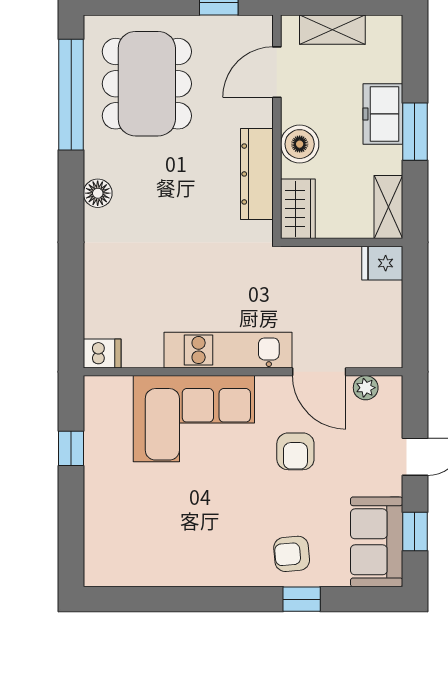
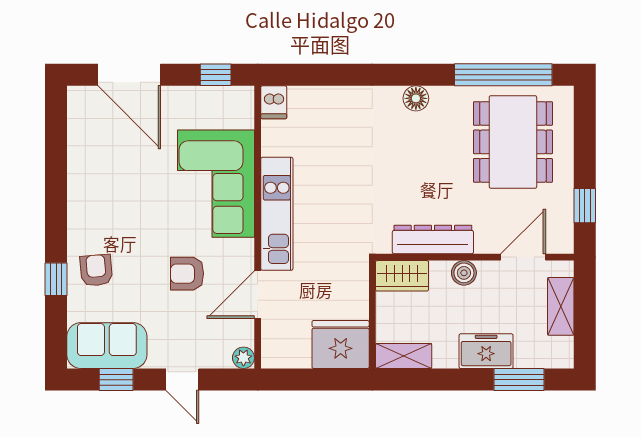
door: (277, 72) -> (523, 257), hinge flipped
dining table: (147, 84) -> (513, 142), turned 90
window: (415, 132) -> (519, 380), moved
boiler: (300, 144) -> (464, 273), width x0.73, depth x0.73
fridge: (382, 263) -> (341, 345), width x1.88, depth x1.34
plant: (366, 388) -> (243, 358), moved
window: (71, 448) -> (216, 75), moved
door: (71, 517) -> (129, 75), added

